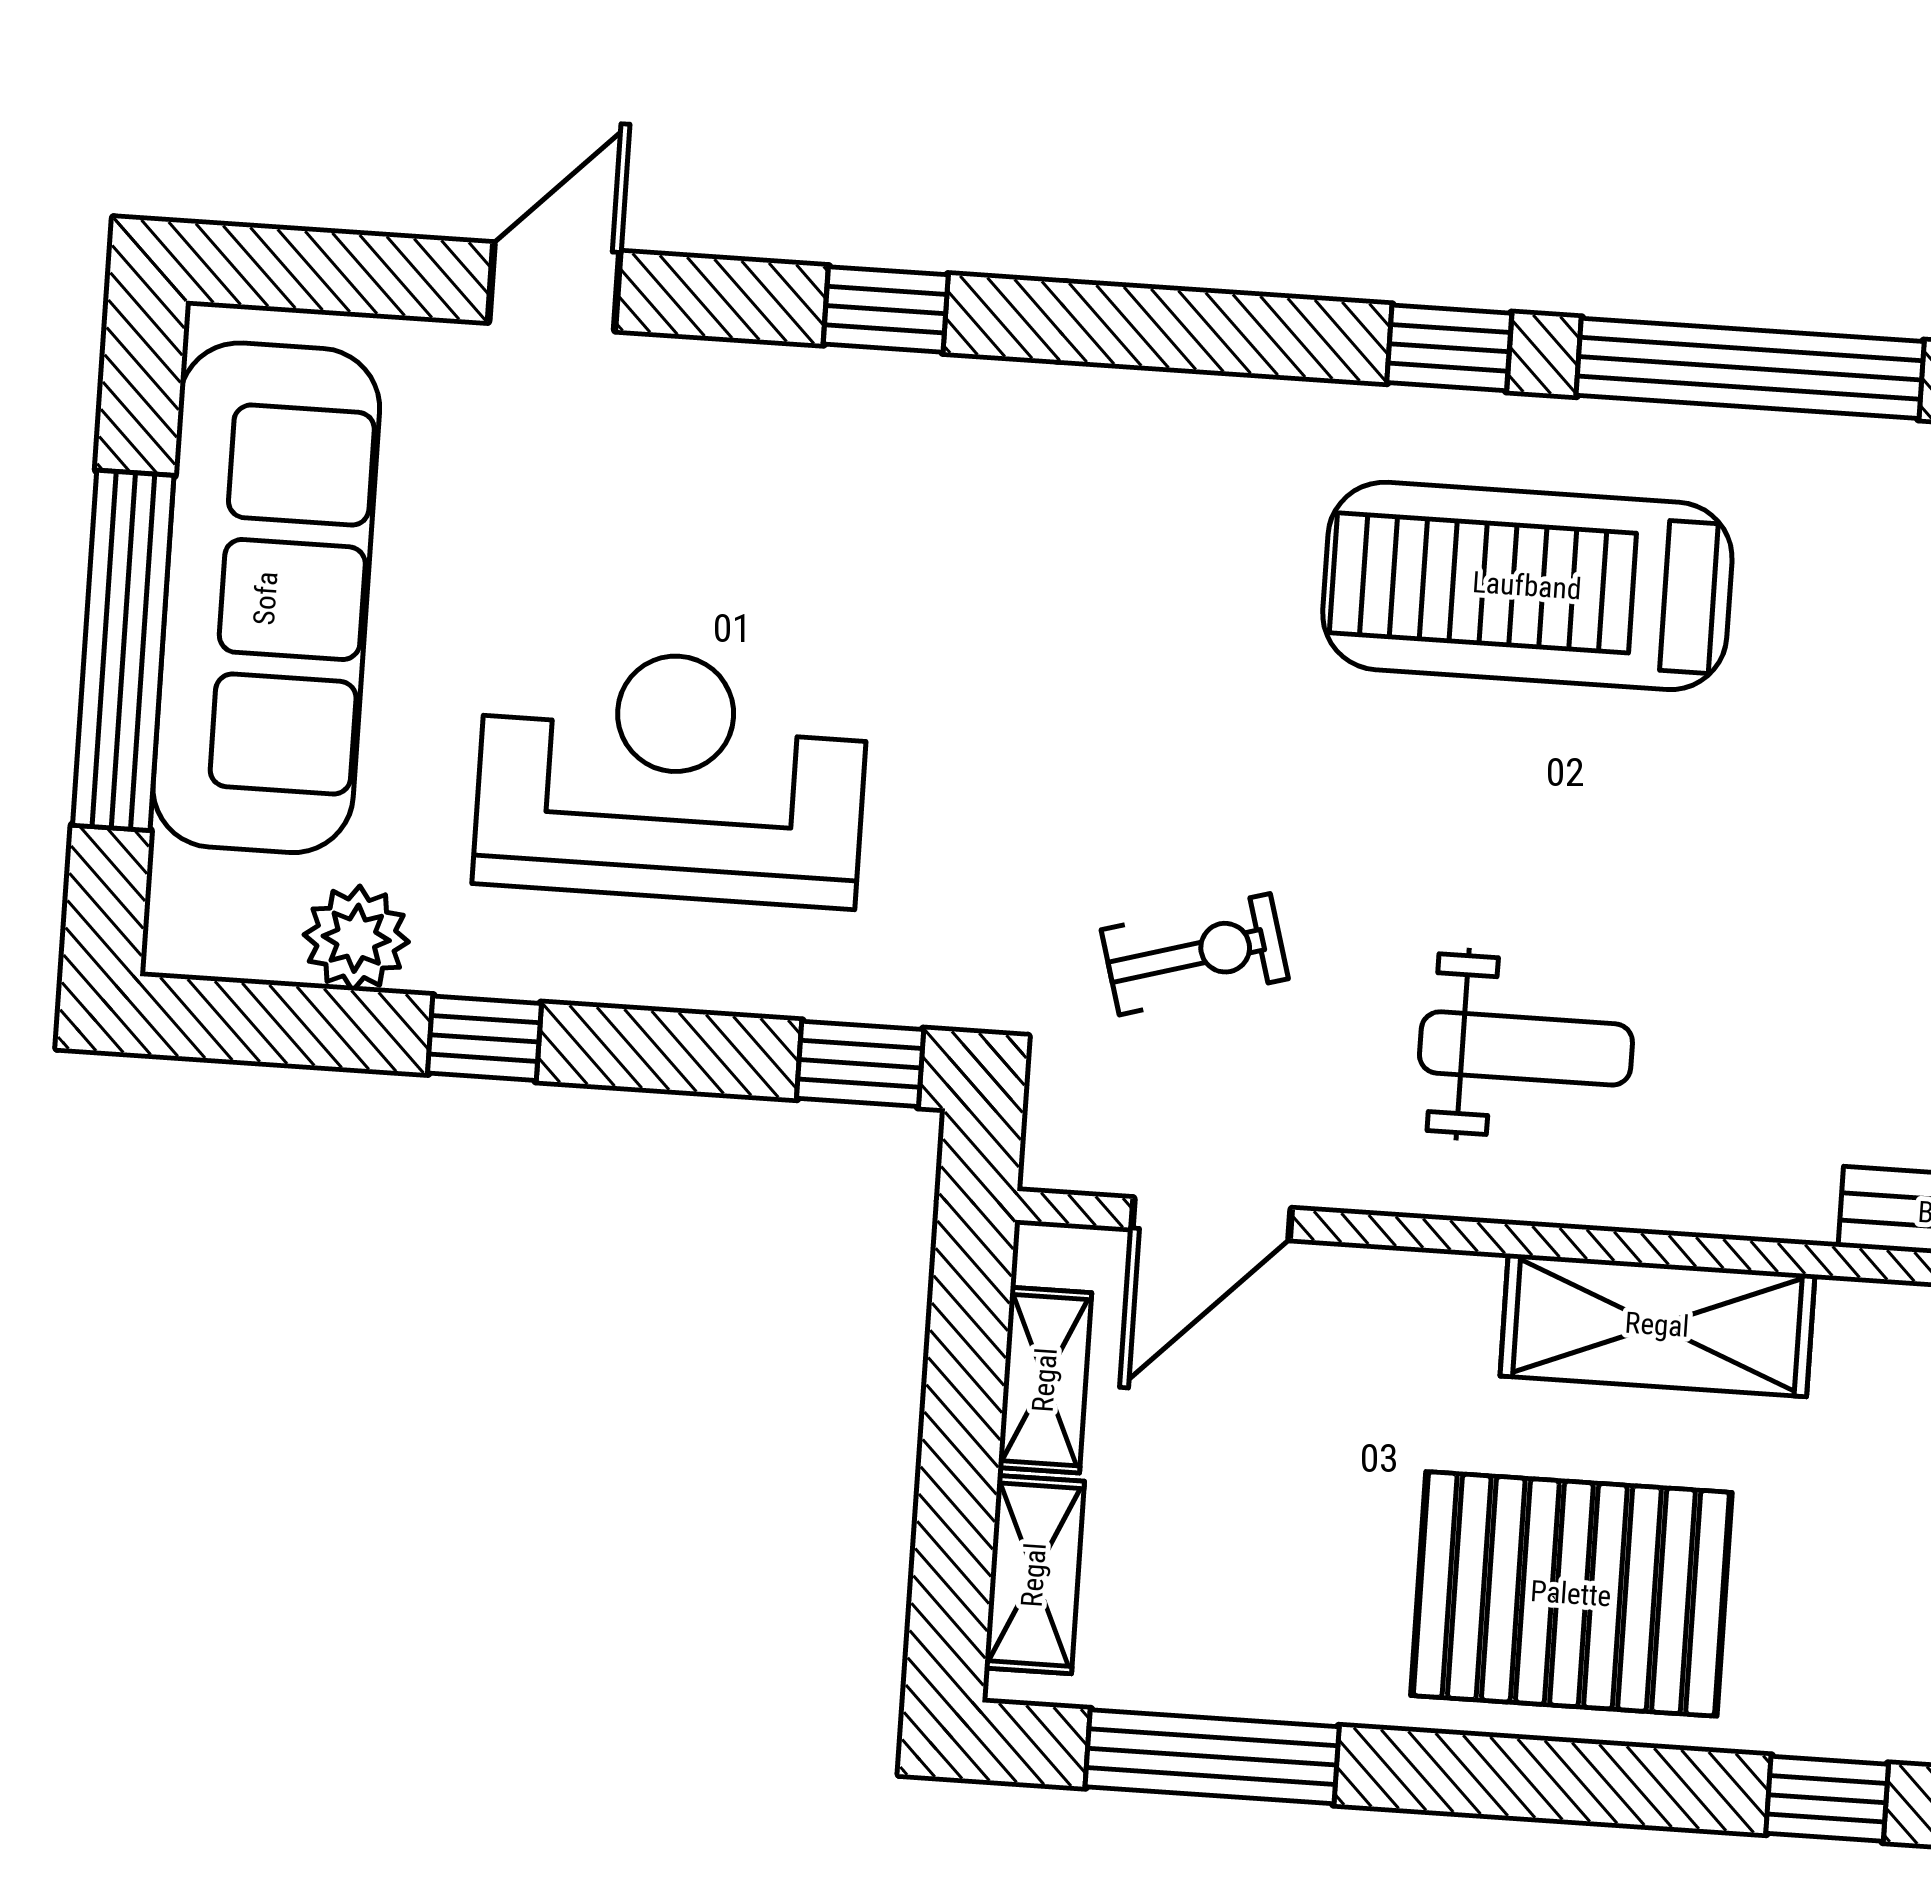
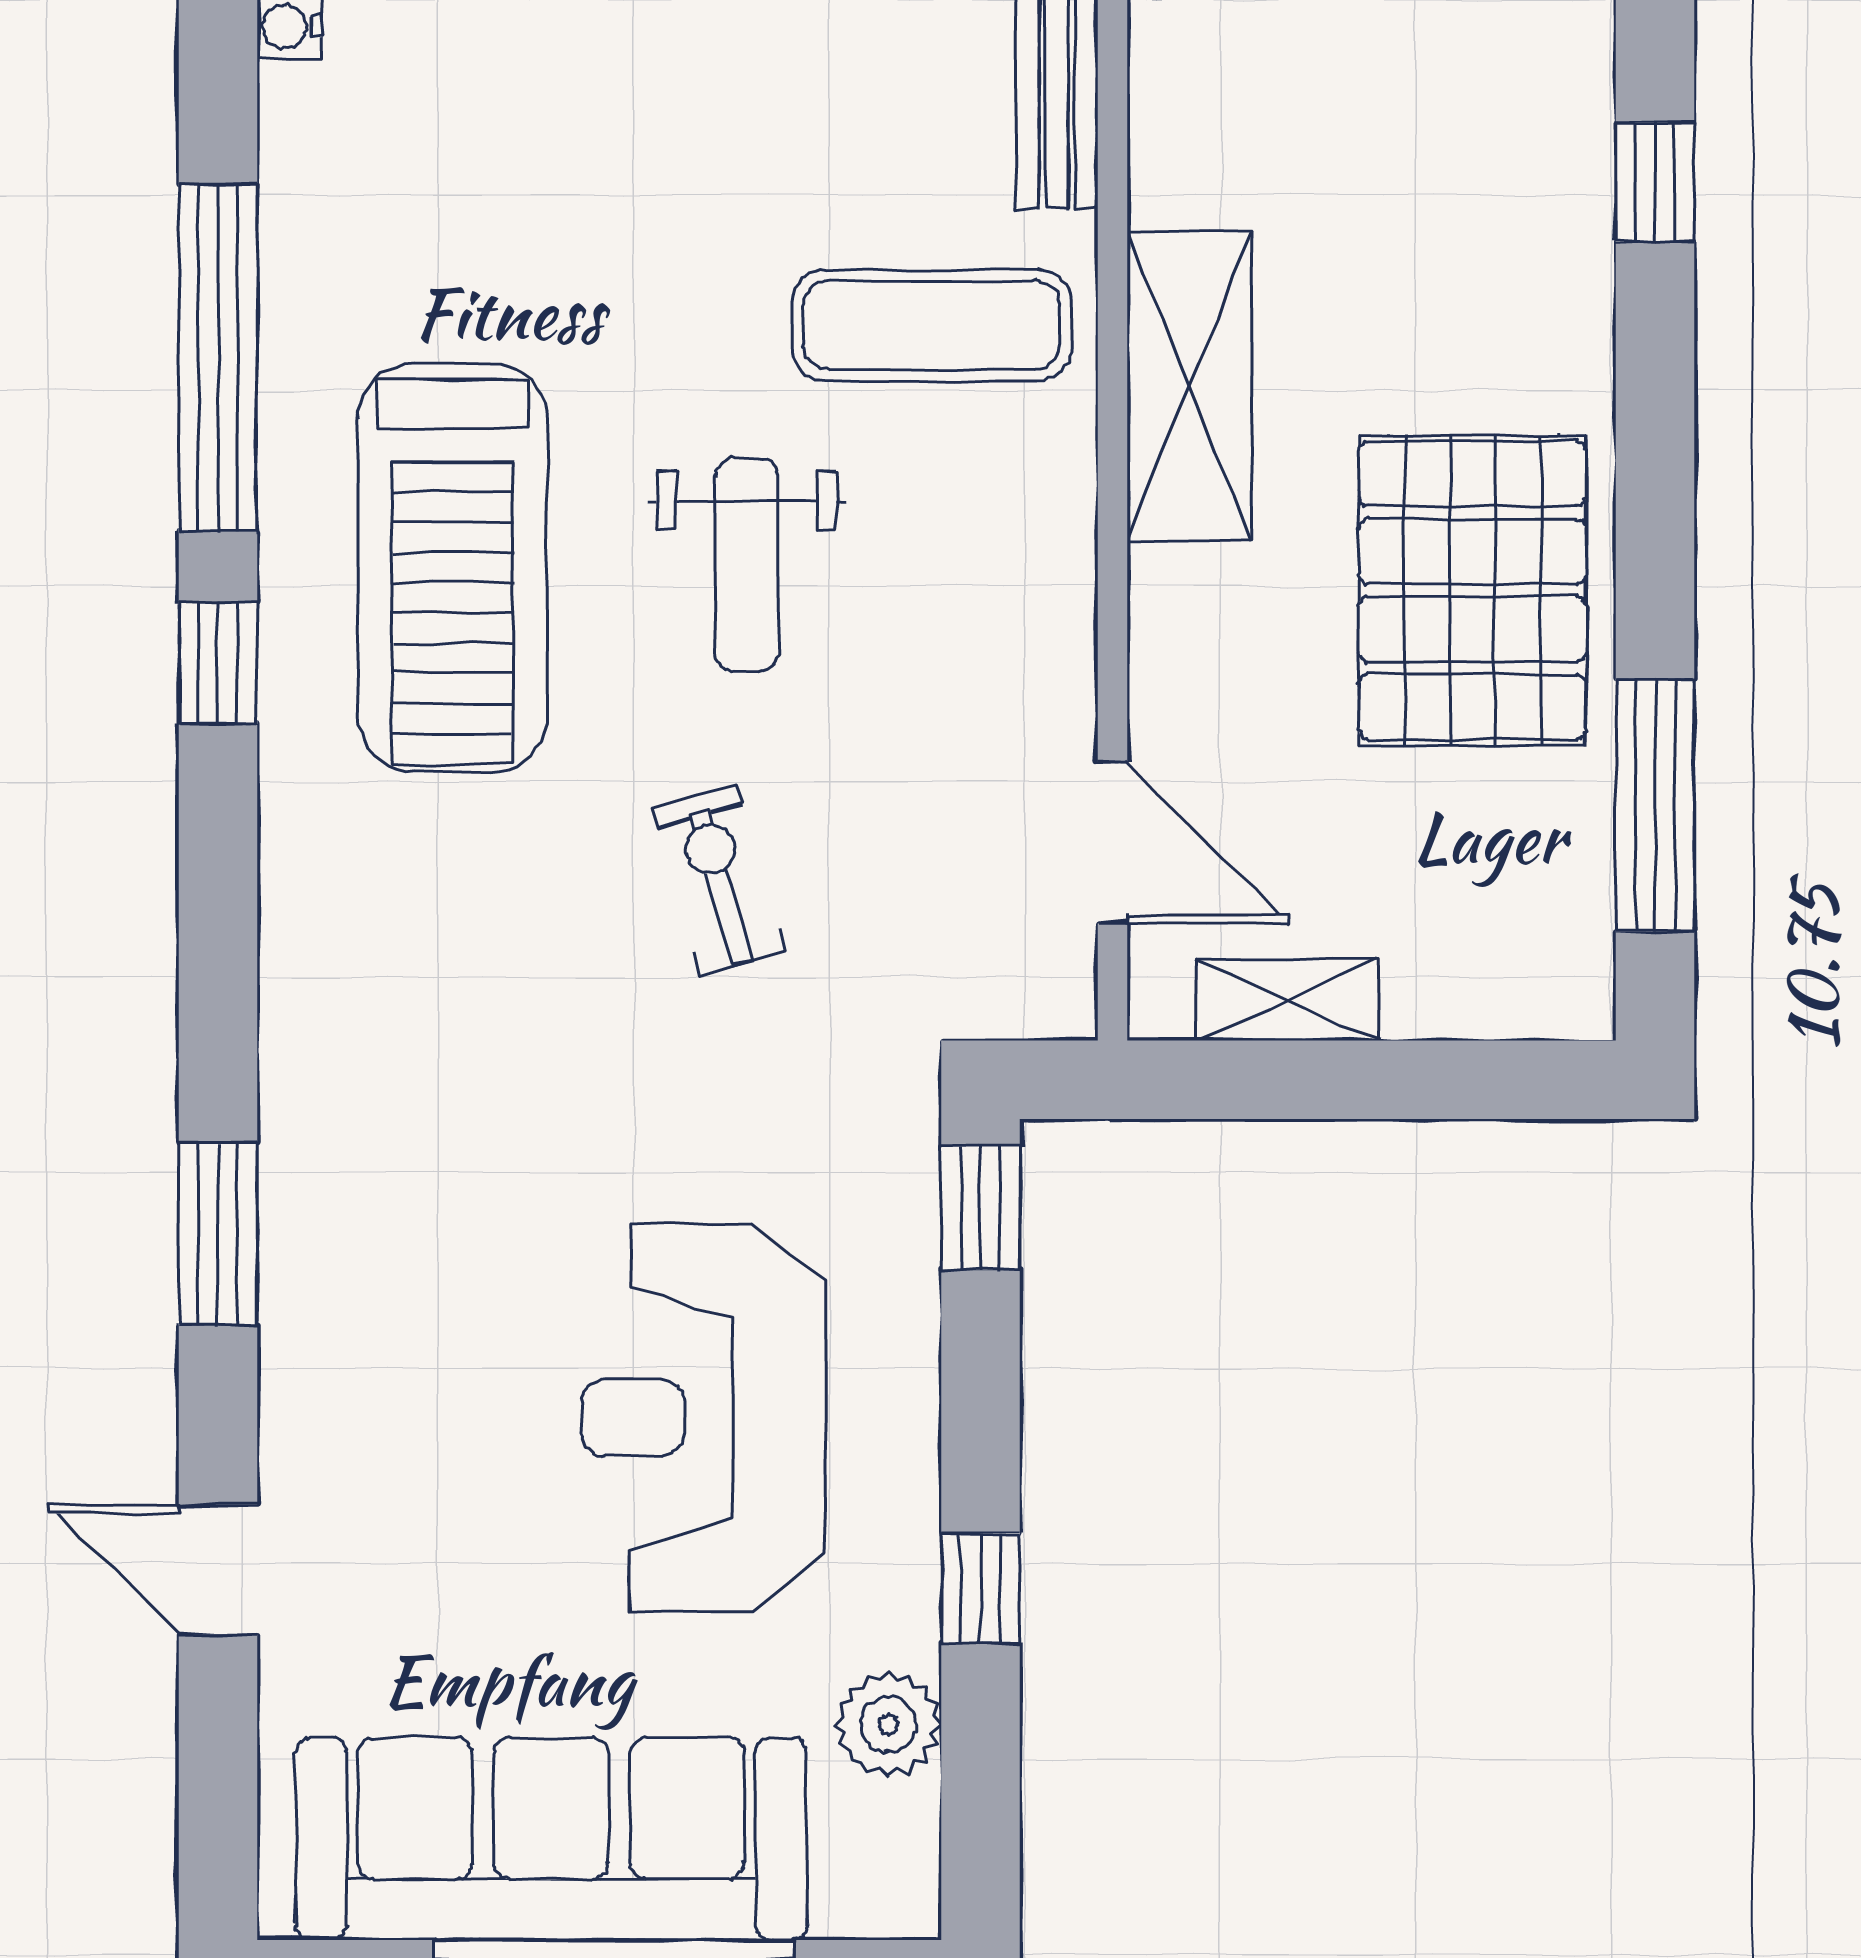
window: (886, 309) -> (218, 1234), width x1.50
exercise bike: (1195, 954) -> (719, 880), moved
weight bench: (1526, 1048) -> (746, 565), moved, turned 180
exercise mat: (1735, 1075) -> (932, 325), added
shelving: (1034, 1575) -> (1484, 997), removed
pallet: (1571, 1594) -> (1472, 590), moved

